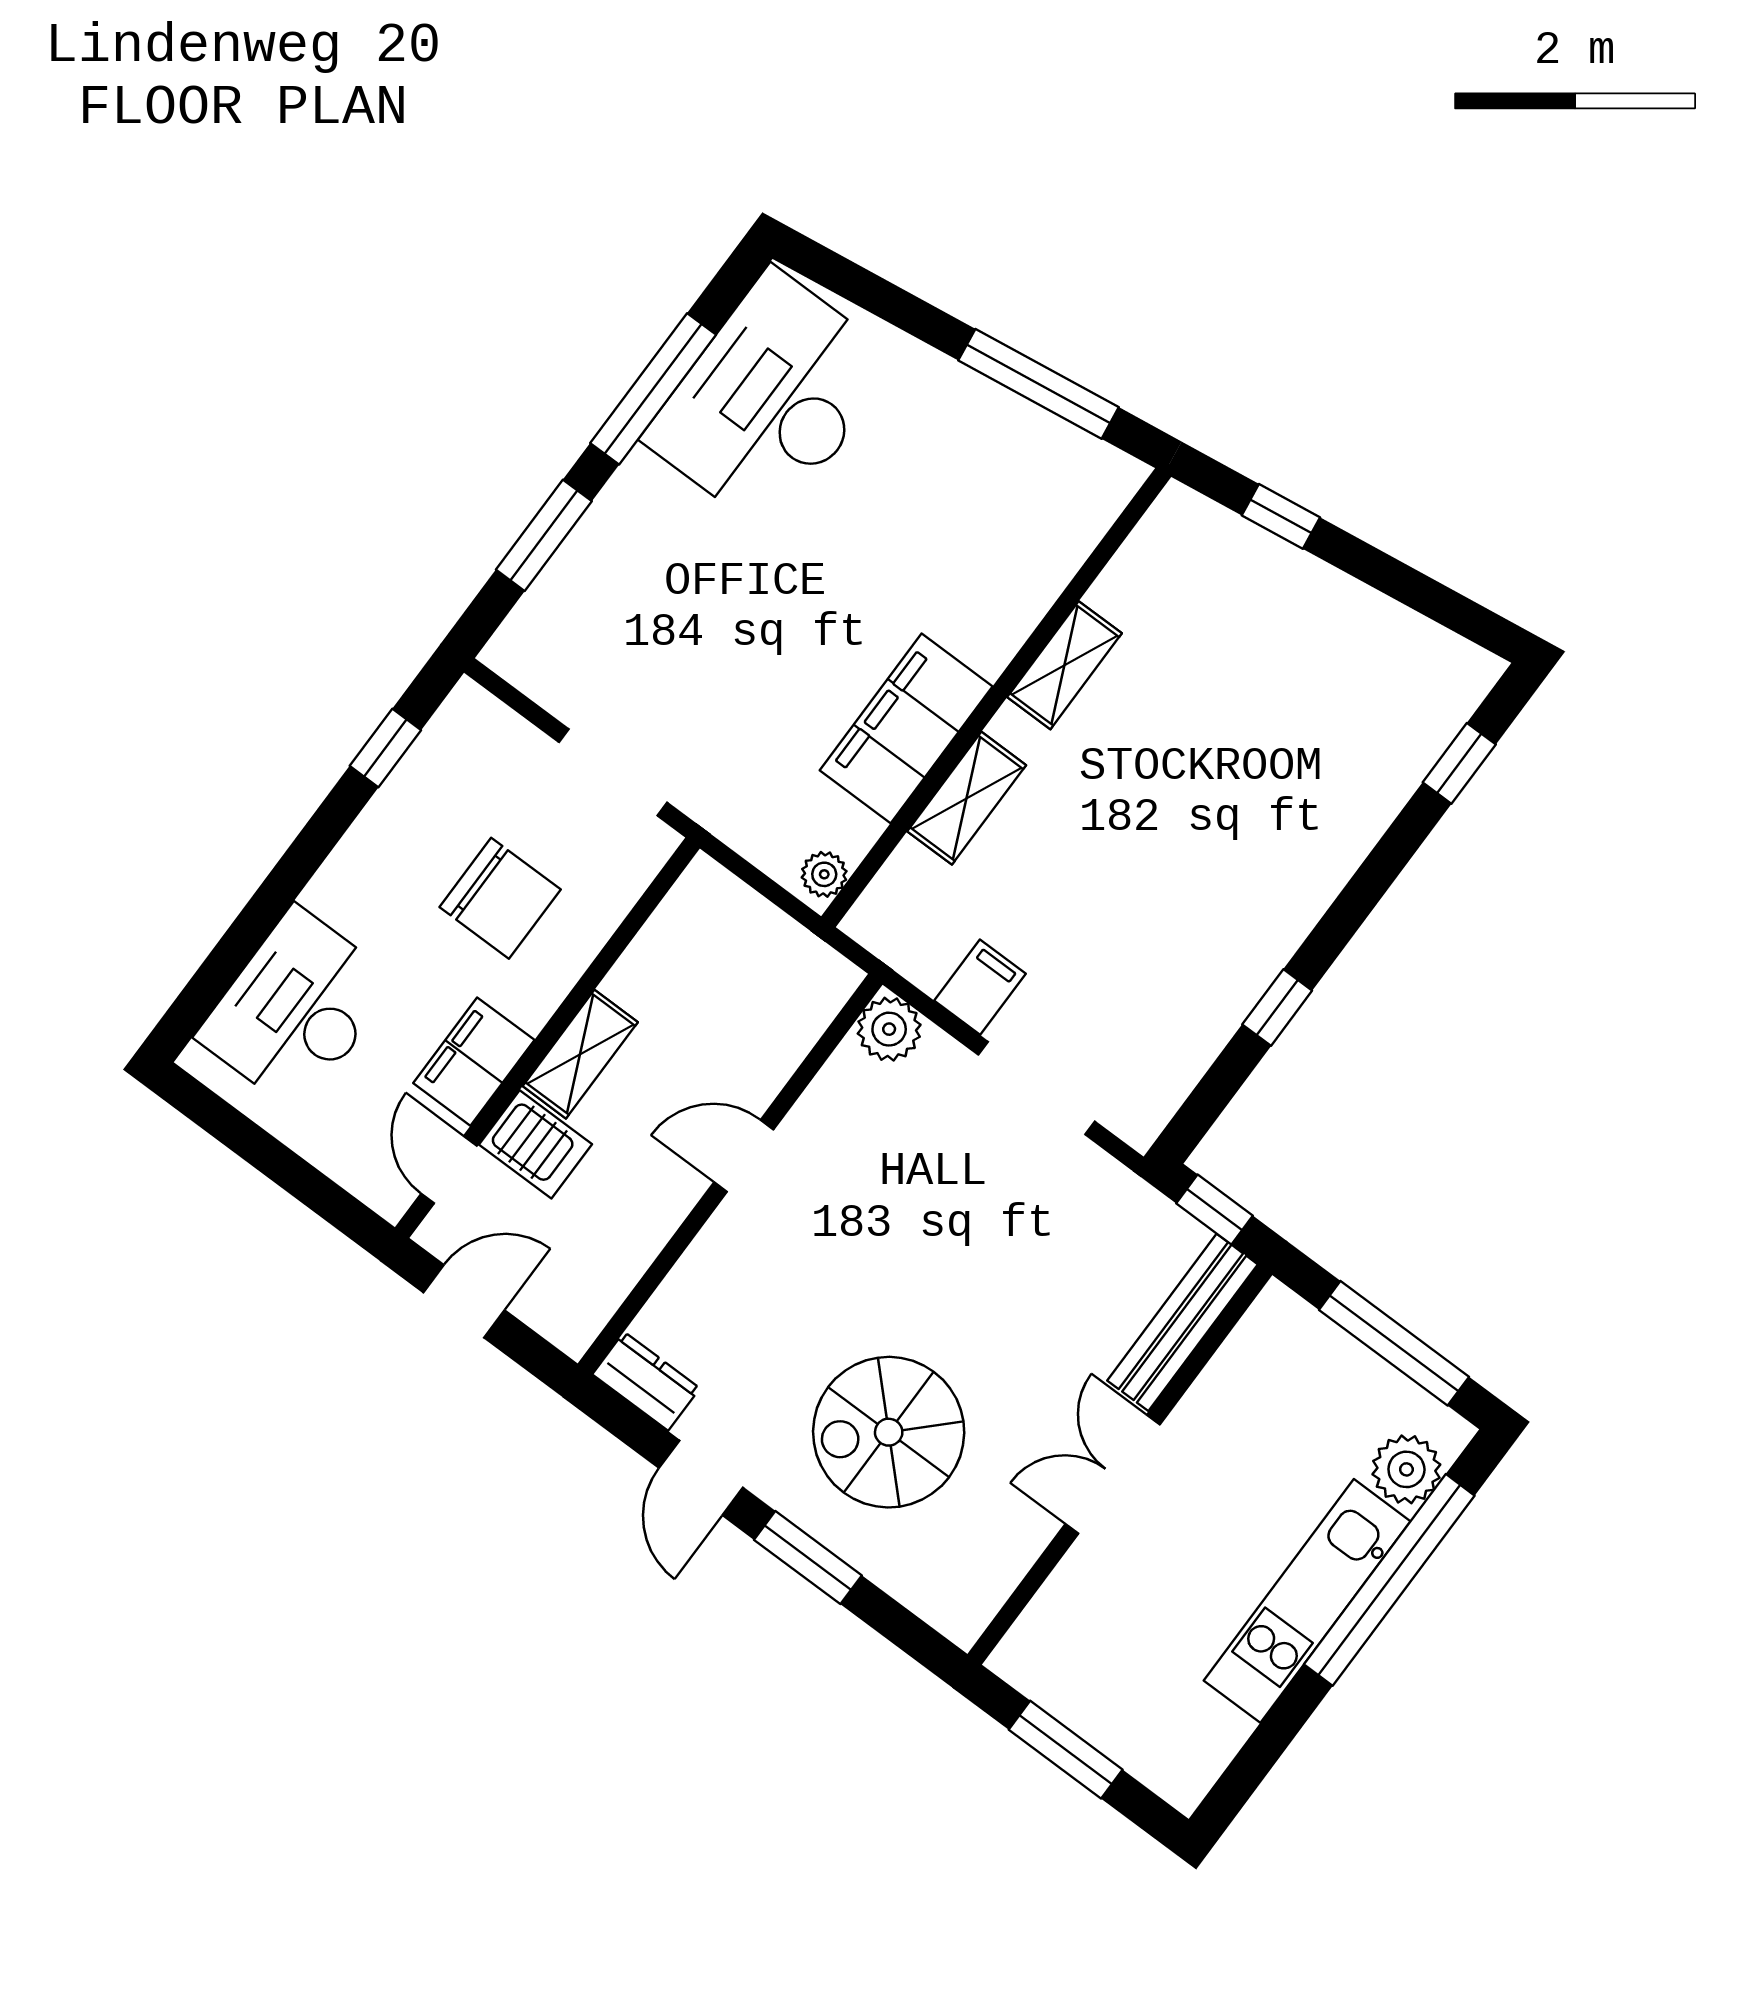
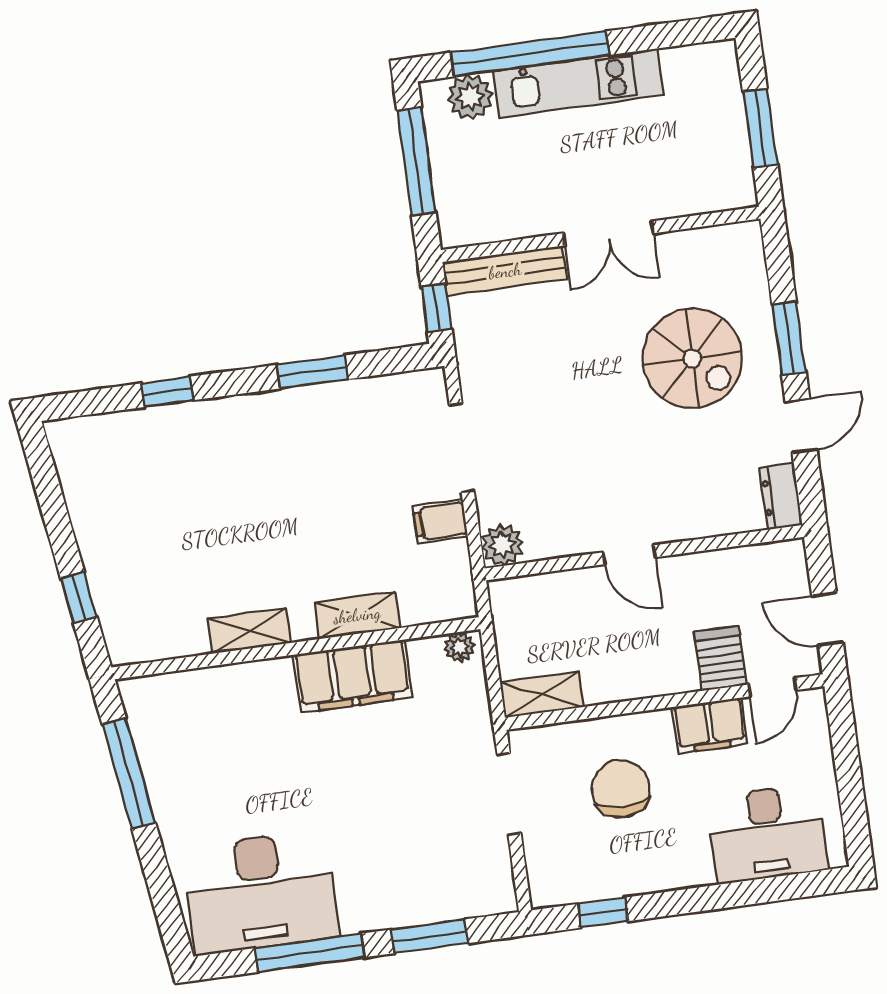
window: (1459, 763) -> (168, 392), moved
window: (1277, 1007) -> (312, 372), width x1.50
shelving: (580, 1054) -> (542, 695), moved

